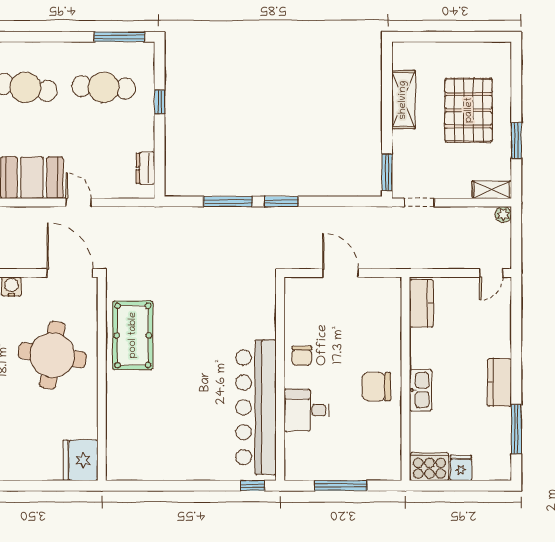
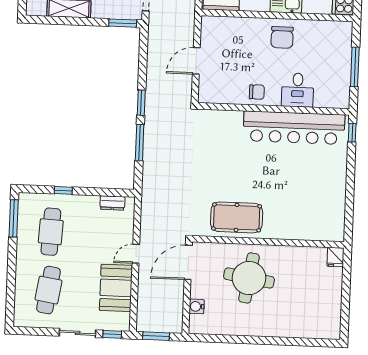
fridge: (81, 460) -> (335, 257), width x0.53, depth x0.75

